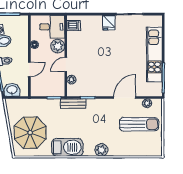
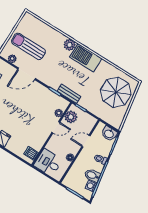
plant: (58, 46) -> (71, 117), moved
barbecue: (67, 147) -> (86, 58), moved

